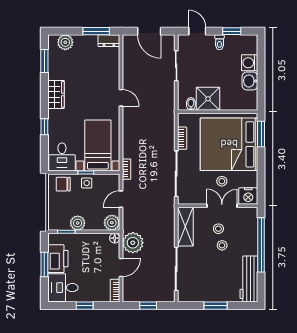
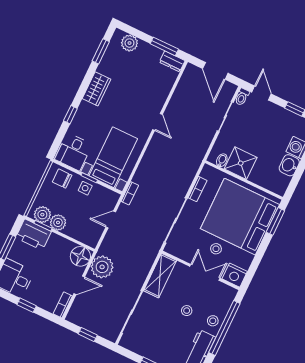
toilet: (220, 42) -> (242, 97), moved
plant: (112, 223) -> (42, 215), moved
stool: (218, 229) -> (213, 321), moved
floor lamp: (115, 238) -> (80, 256), width x1.89, depth x1.89
printer: (58, 259) -> (33, 235), moved, turned 90

